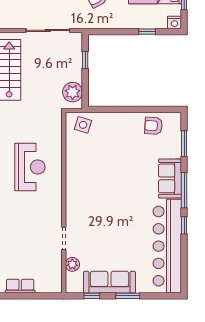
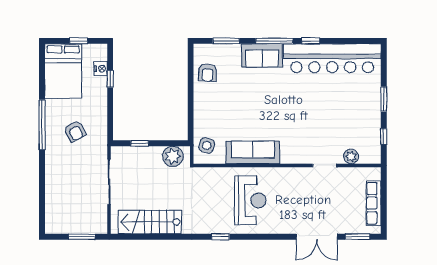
nightstand: (174, 23) -> (101, 69), moved
reception desk: (30, 167) -> (250, 200), turned 90
sofa: (109, 282) -> (253, 152), moved, turned 90
row of seats: (20, 286) -> (374, 203), width x1.48

